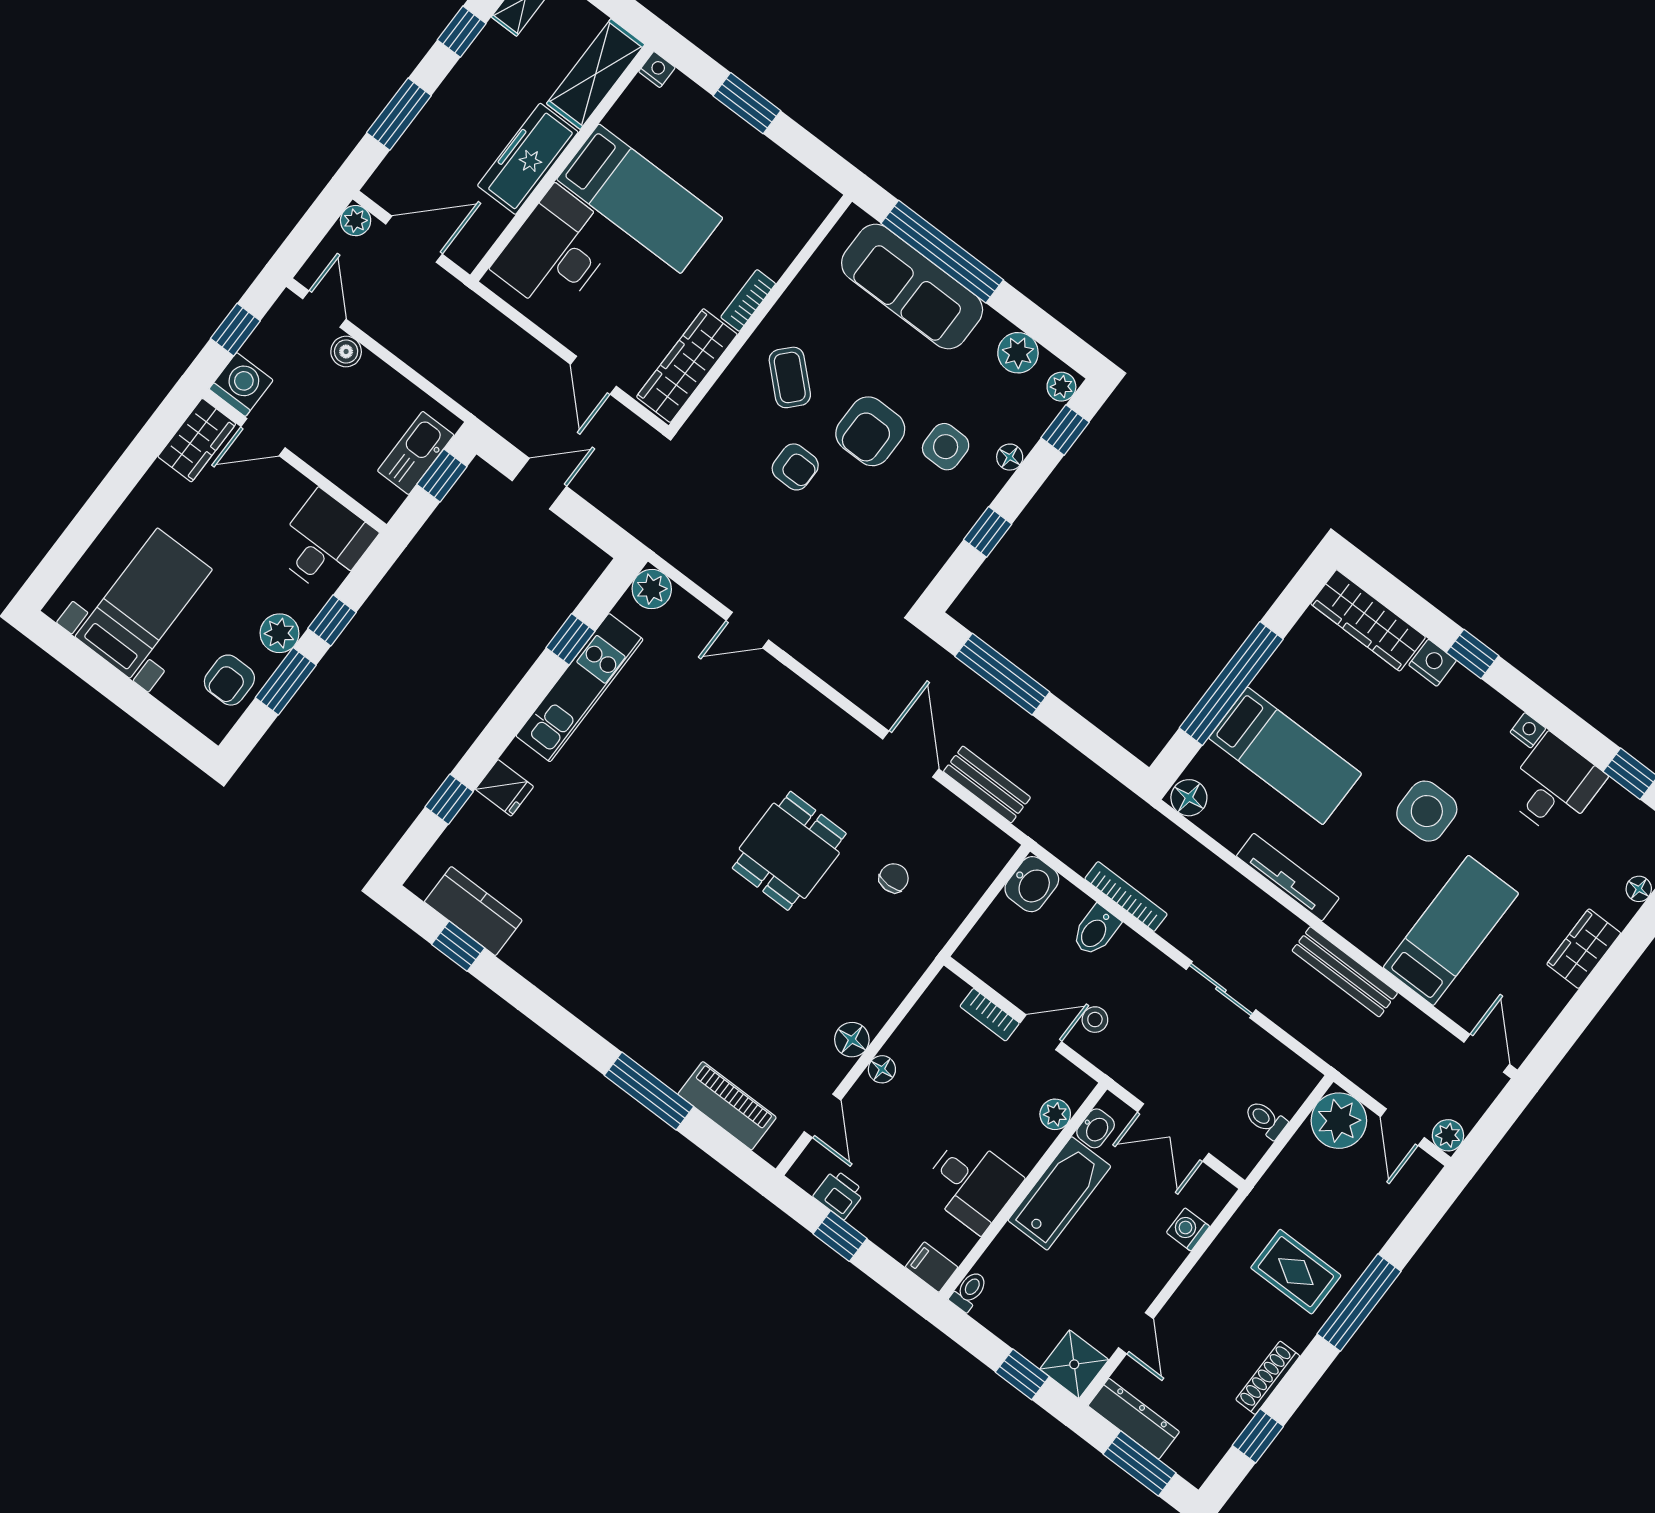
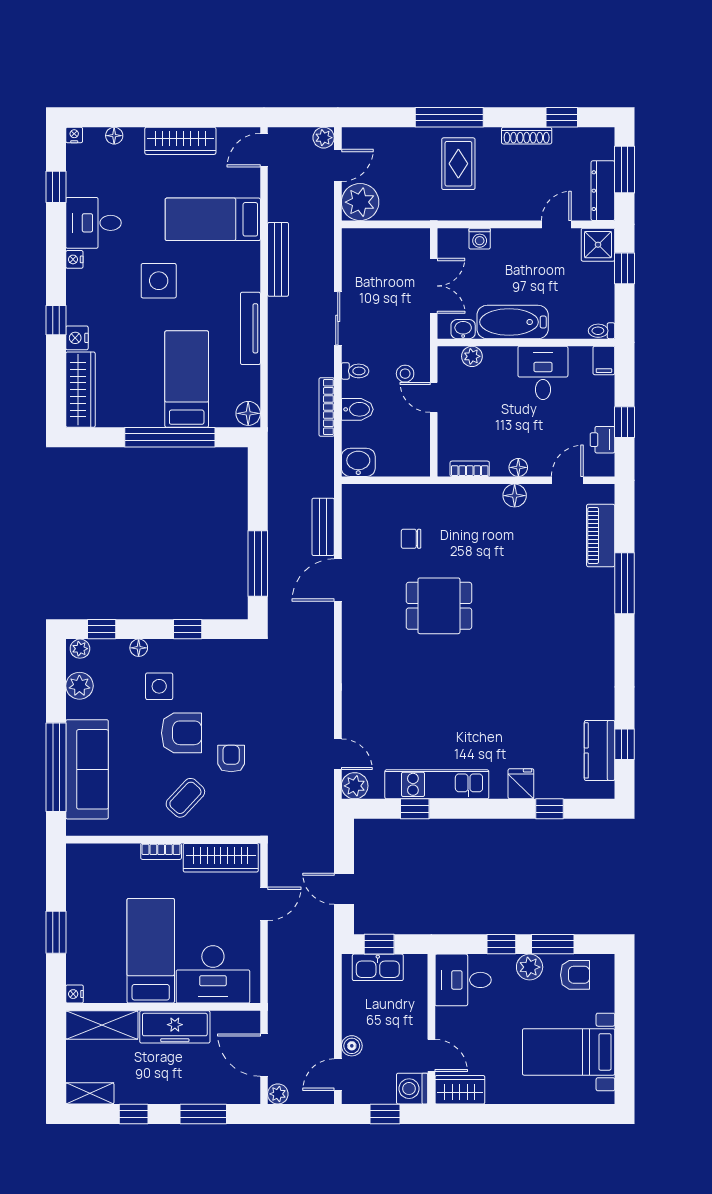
door: (747, 630) -> (338, 754), moved
wardrobe: (1584, 949) -> (180, 141), width x1.50
bookcase: (990, 1015) -> (470, 469), moved, turned -90
toilet: (1266, 1120) -> (355, 371), moved, turned -90

